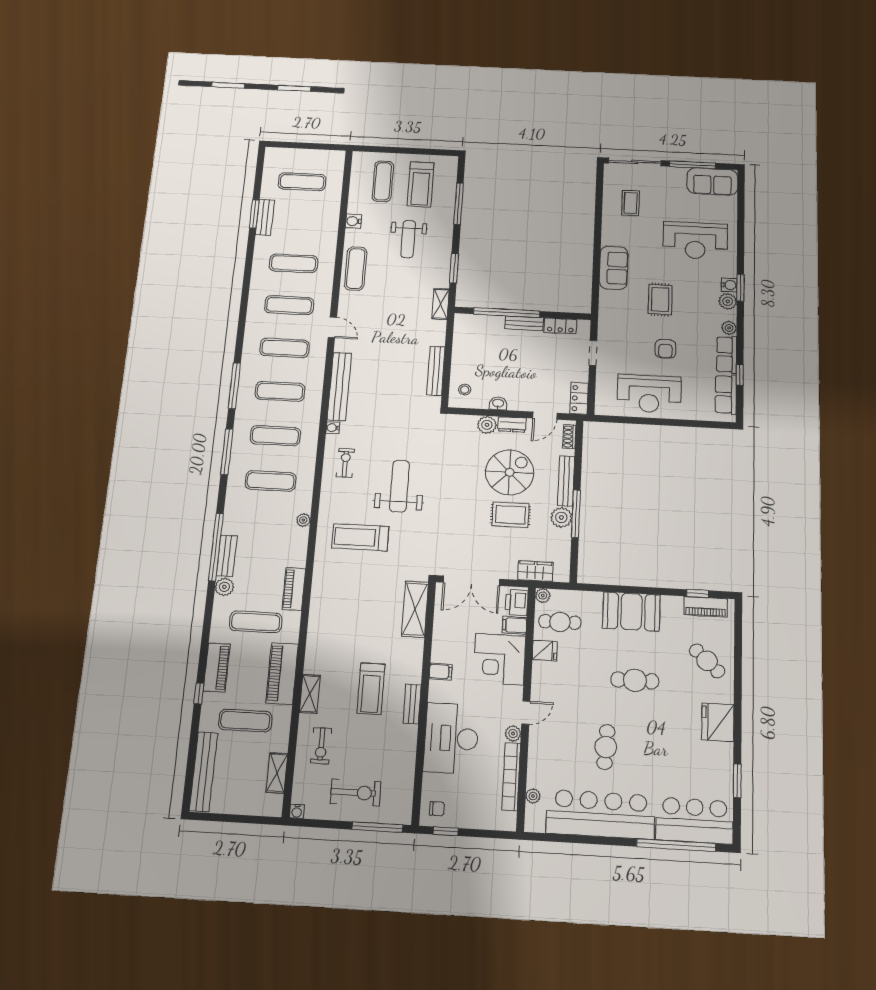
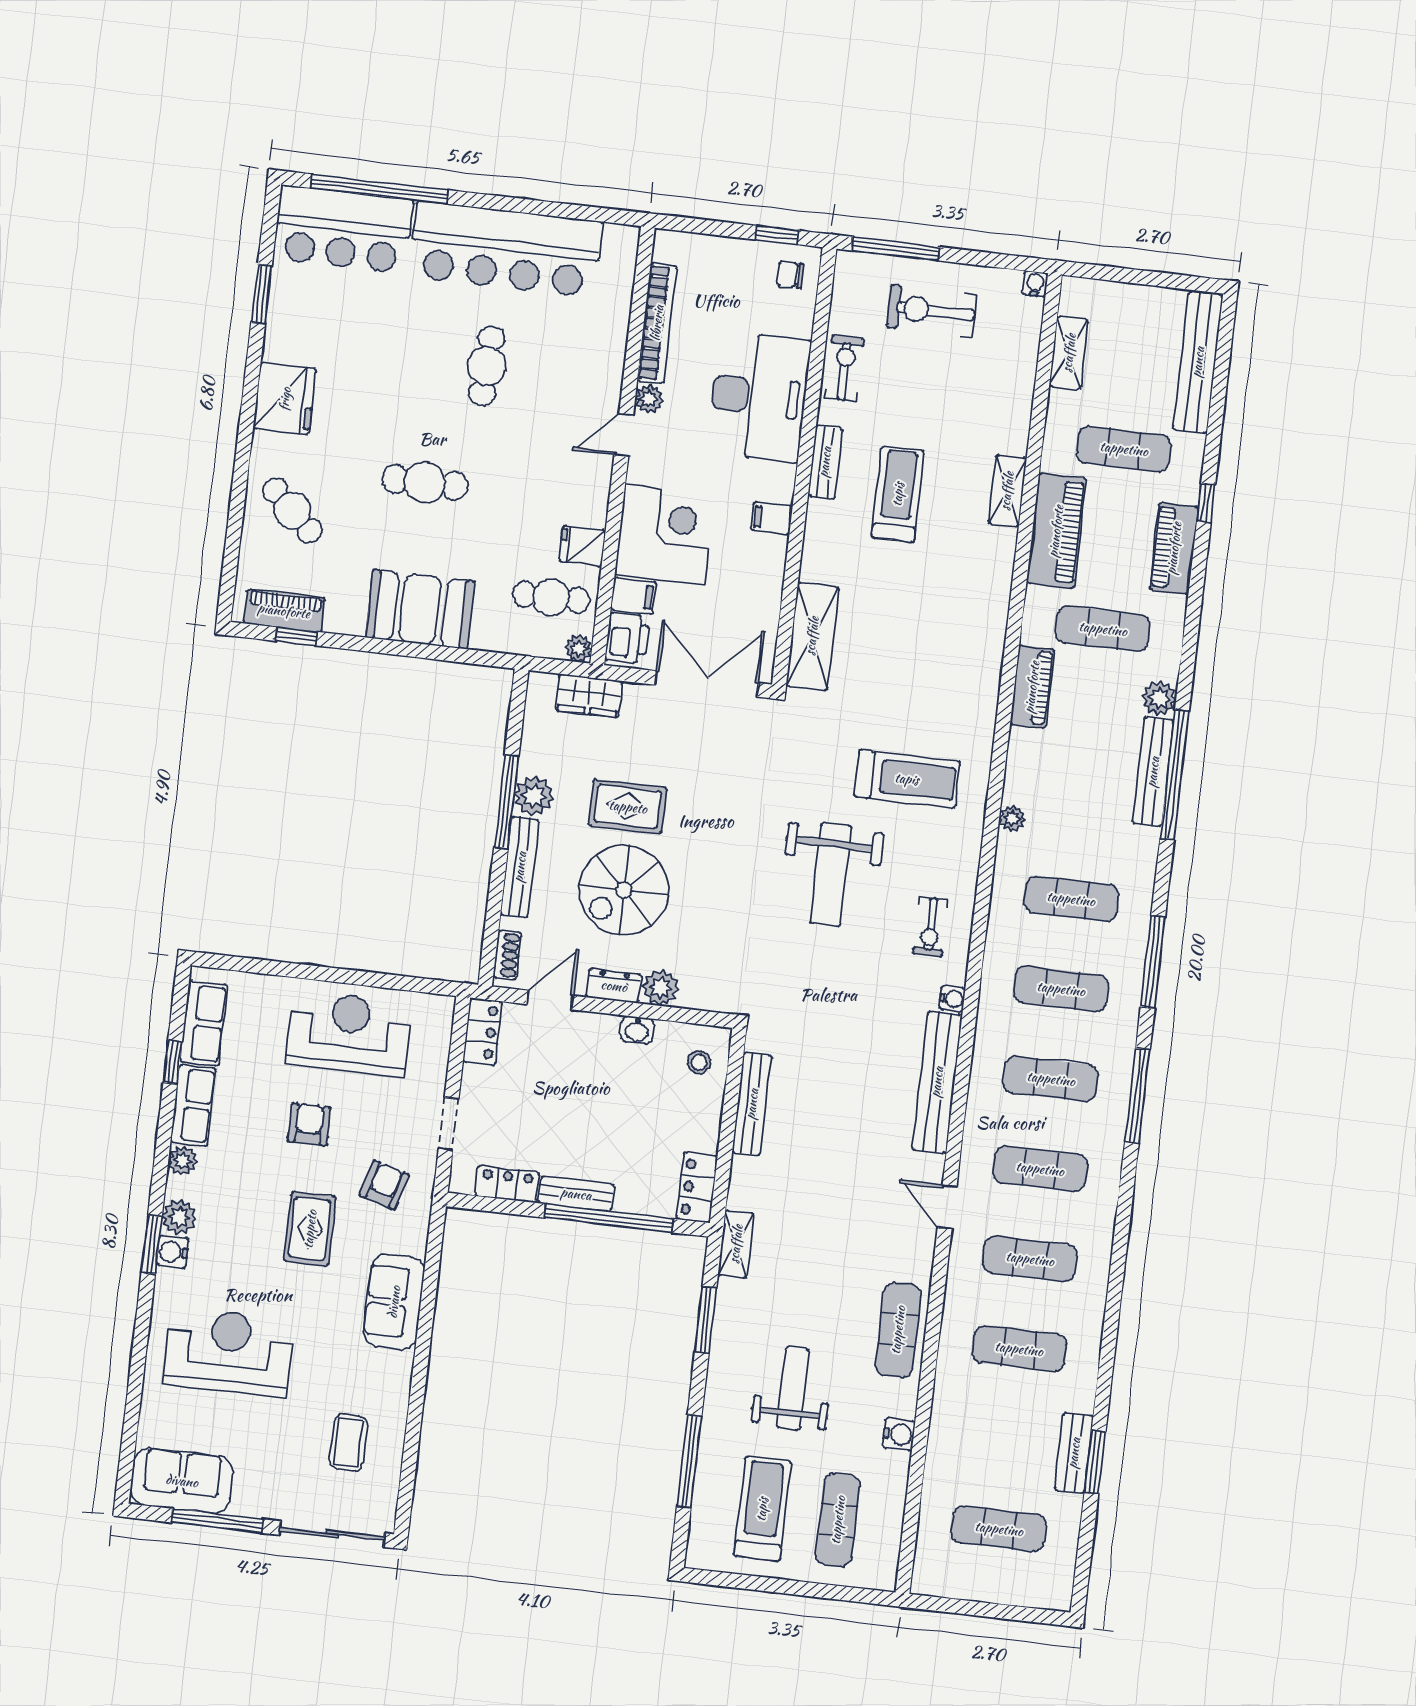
armchair: (624, 322) -> (384, 1185), added
locker: (462, 329) -> (697, 1187), added
bench: (227, 556) -> (1153, 772), width x1.36
exercise bike: (321, 746) -> (845, 368), moved
plant: (533, 796) -> (621, 287), removed

